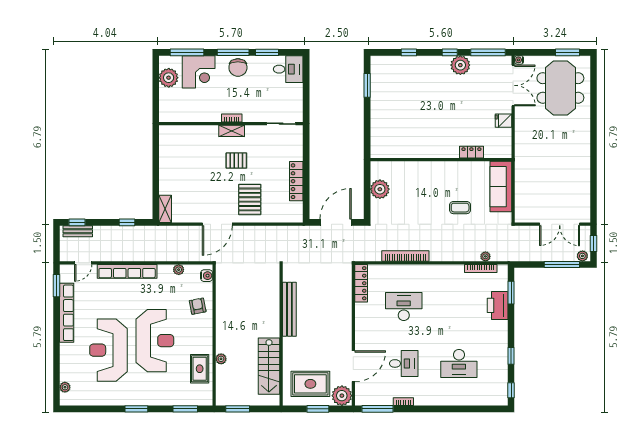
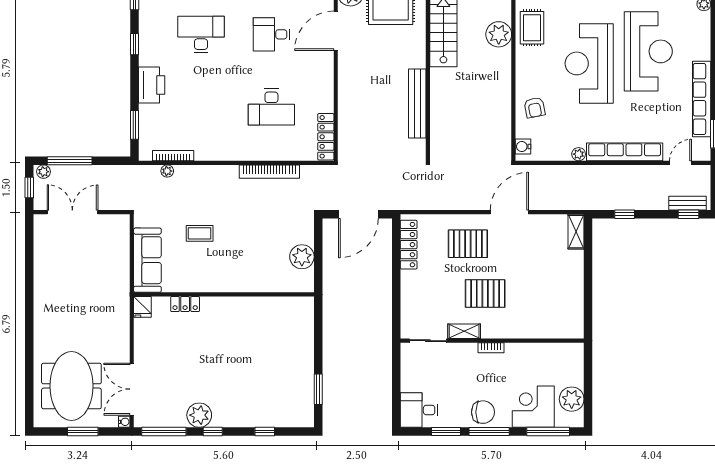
window: (568, 52) -> (83, 432), moved
chair: (238, 68) -> (483, 412), turned 90
fridge: (503, 121) -> (142, 307), moved, turned 90
shelving: (232, 131) -> (464, 331), moved
pallet: (236, 160) -> (485, 293), width x1.50, depth x1.42
locker: (296, 181) -> (409, 245), moved
pallet: (250, 199) -> (468, 244), turned 90
plant: (179, 270) -> (579, 154), moved
printer: (498, 305) -> (152, 85), moved
plant: (221, 359) -> (499, 34), width x1.88, depth x1.88

